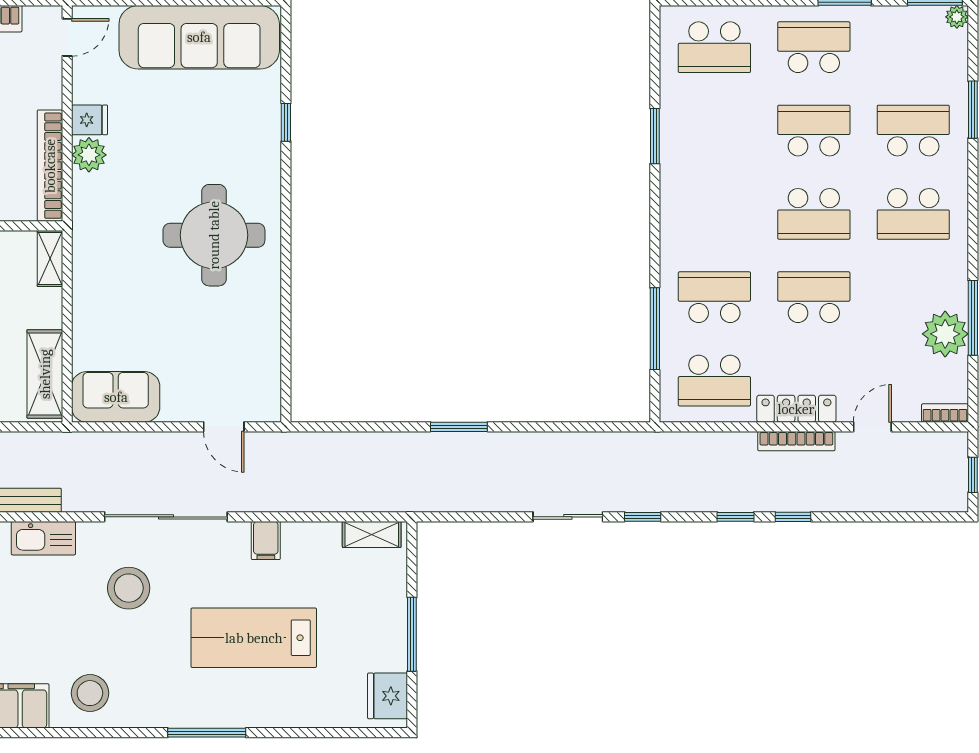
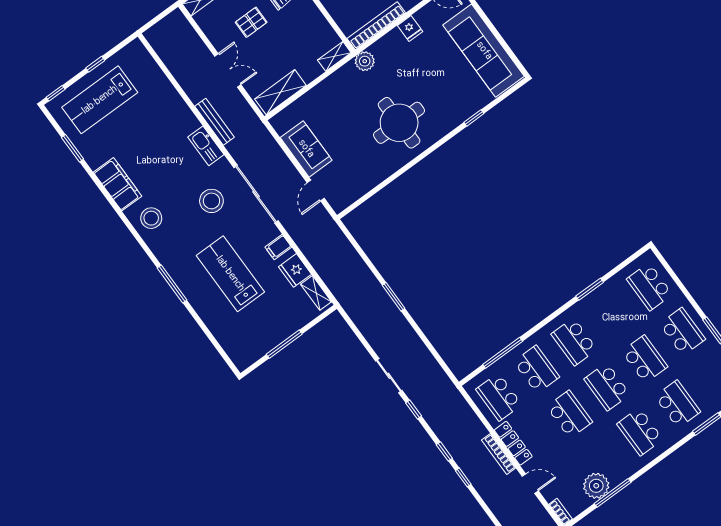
plant: (89, 155) -> (365, 61), moved
school desk: (714, 214) -> (574, 342), added
sofa: (116, 397) -> (306, 149), moved
fridge: (388, 696) -> (295, 270), moved, turned -90

